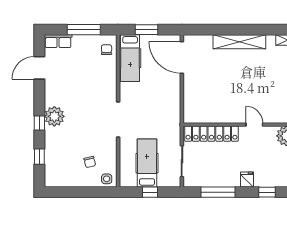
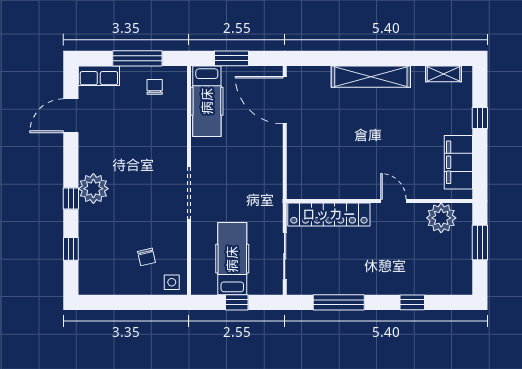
chair: (107, 50) -> (155, 87), moved
fridge: (247, 180) -> (382, 283), removed

